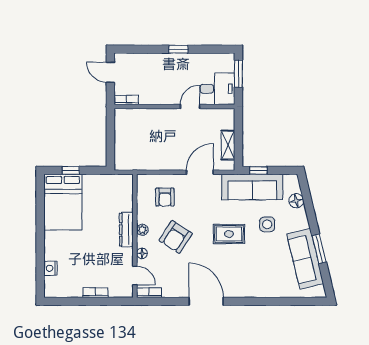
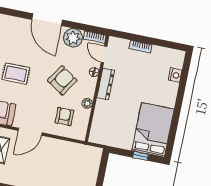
dresser: (126, 230) -> (106, 84), moved
plant: (142, 230) -> (87, 103), moved
plant: (173, 287) -> (73, 38), added

